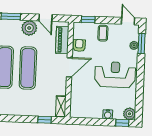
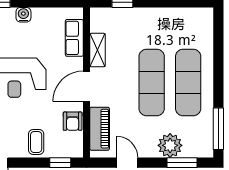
plant: (29, 28) -> (170, 145), moved
row of seats: (76, 98) -> (74, 38), added
shelving: (61, 106) -> (97, 50), moved

